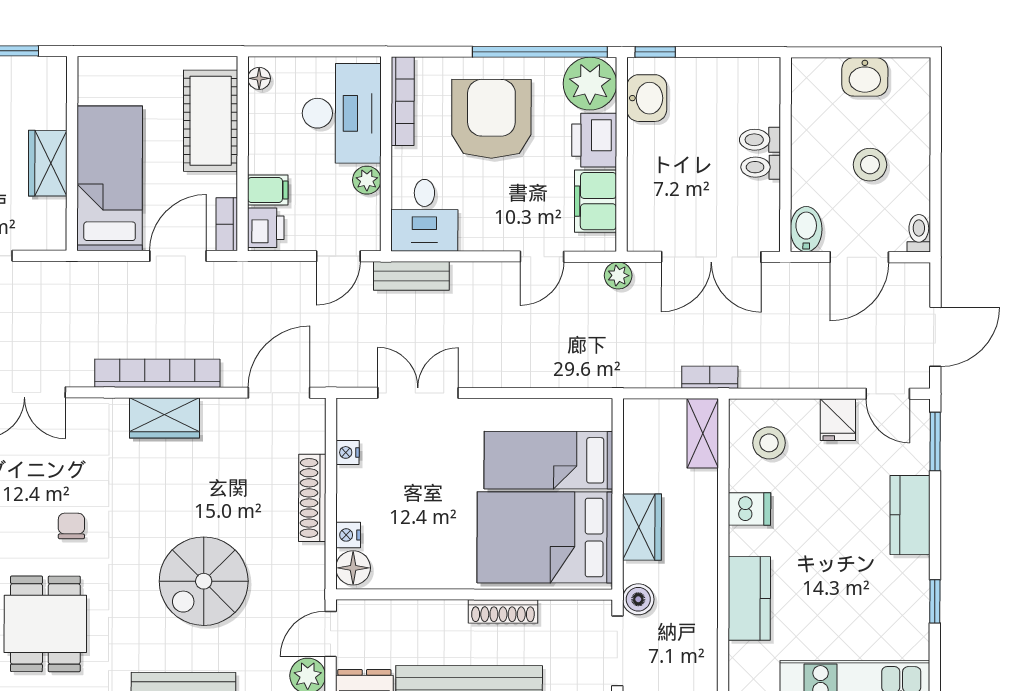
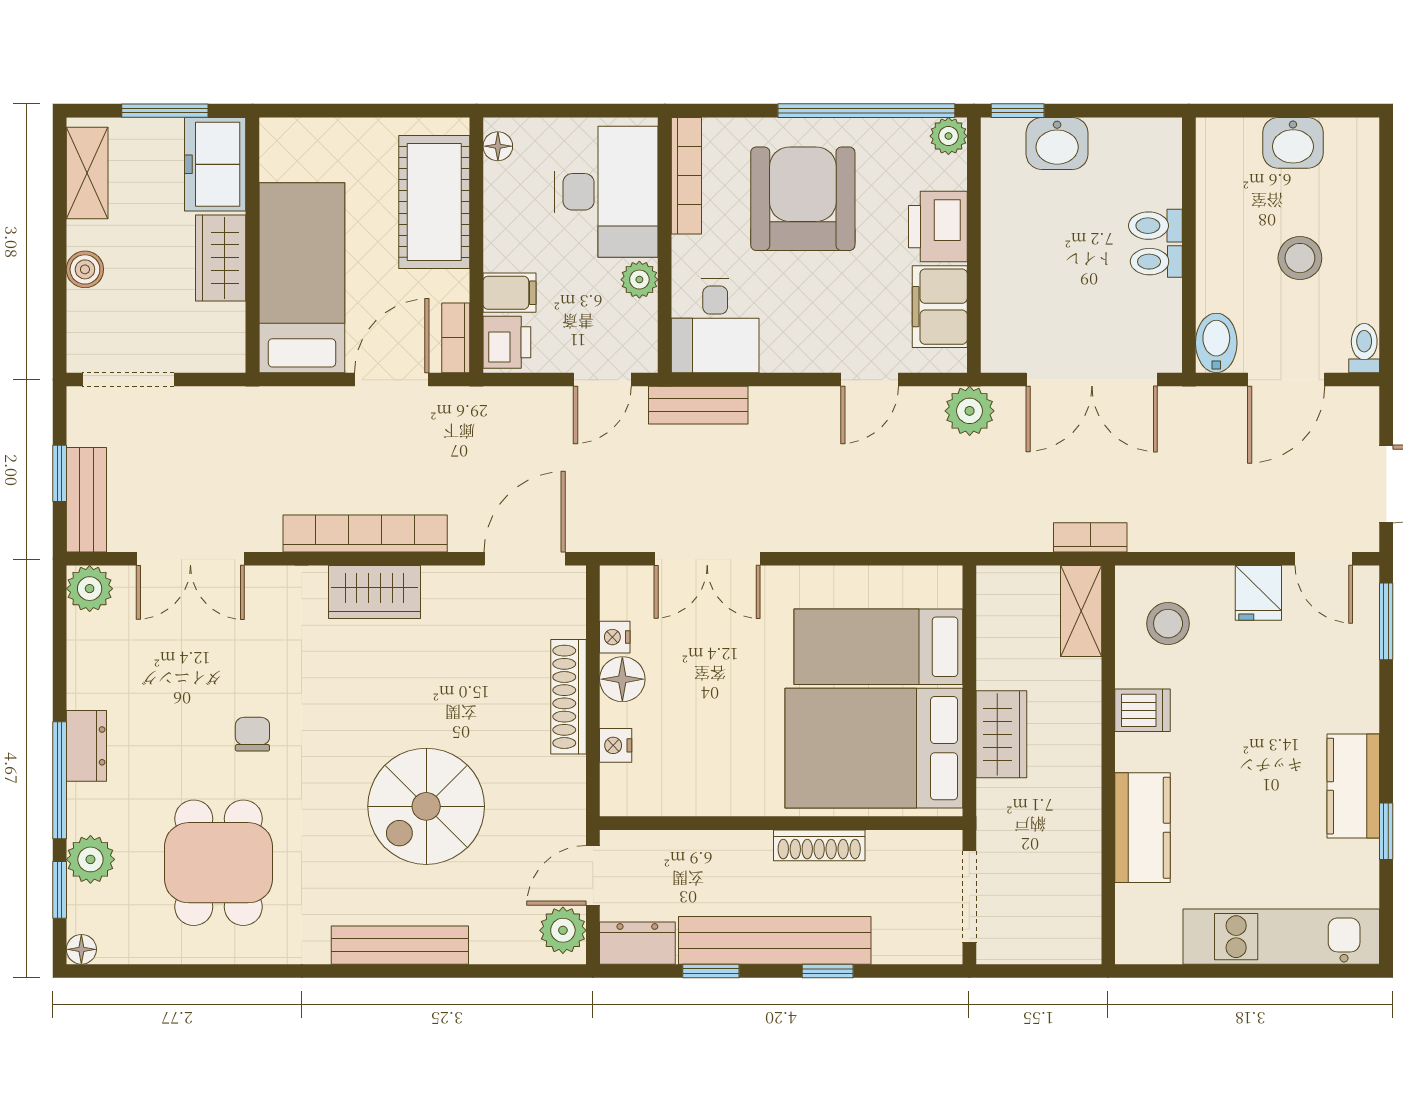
plant: (590, 84) -> (948, 136), width x0.53, depth x0.53
freezer: (44, 92) -> (215, 164), added
washbasin: (647, 98) -> (1057, 143), moved, turned 90
plant: (618, 276) -> (970, 411), width x1.38, depth x1.38
double door: (418, 393) -> (707, 559), swing flipped
kitchen counter: (910, 515) -> (1353, 786), moved
floor lamp: (353, 568) -> (622, 679), moved
boiler: (638, 599) -> (997, 829), removed

